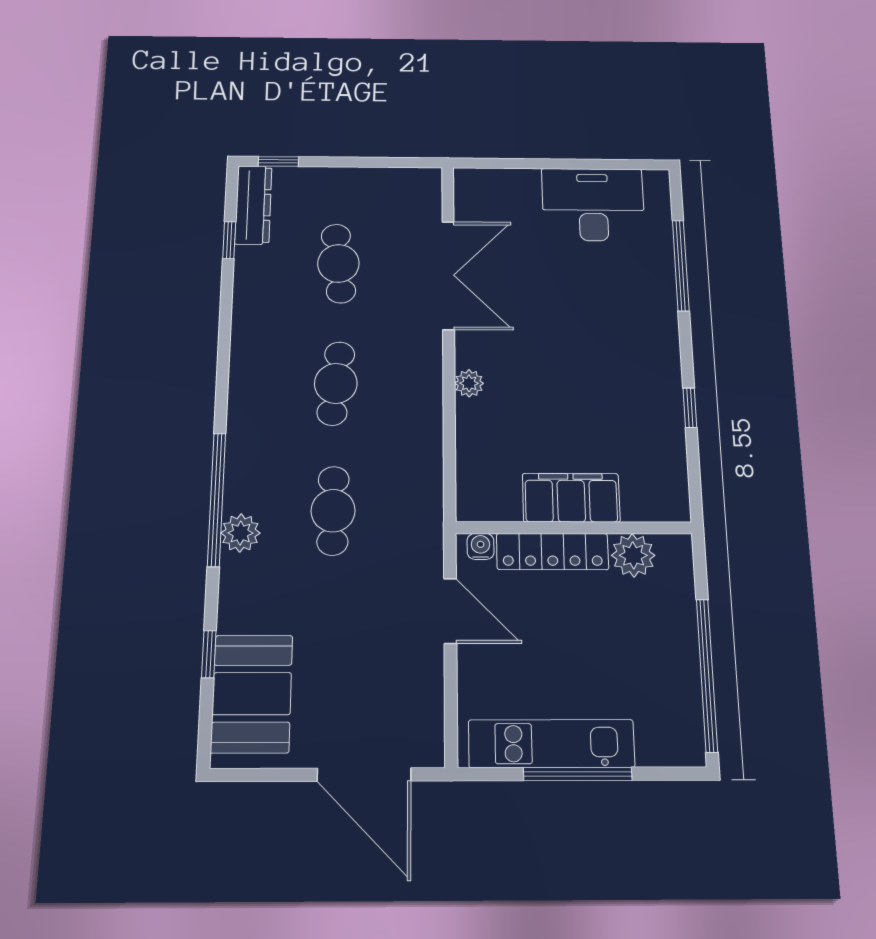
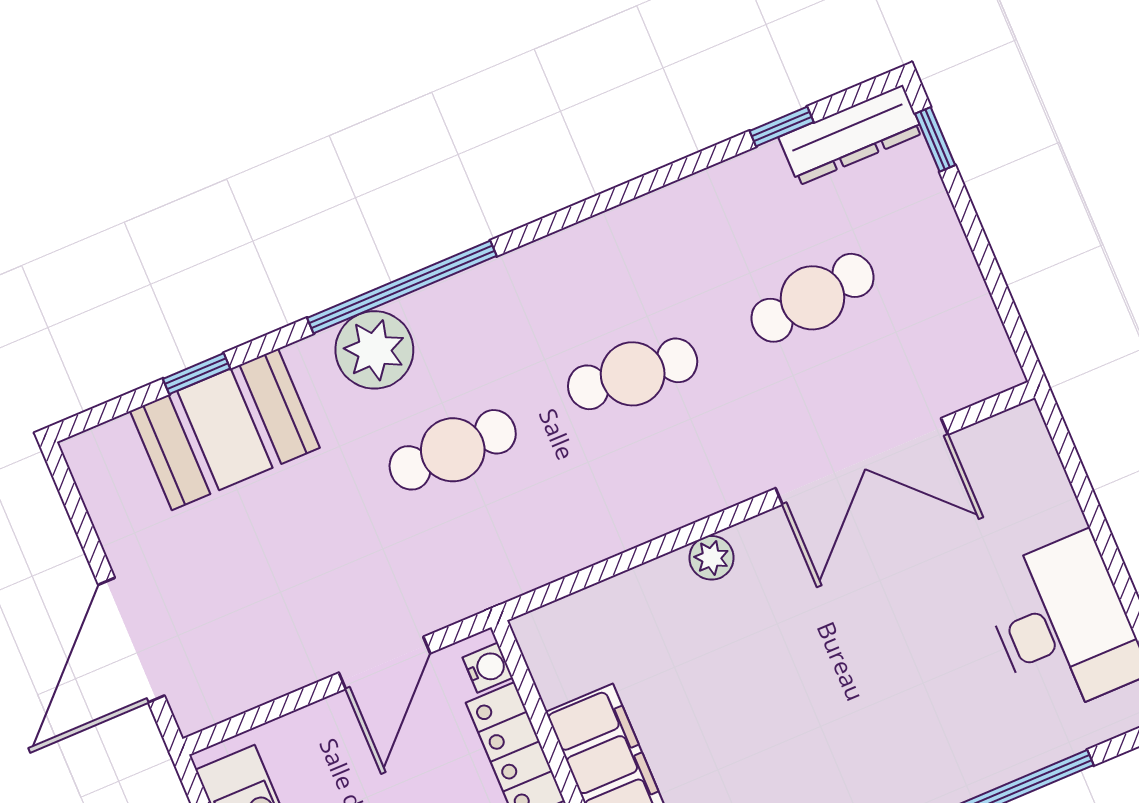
plant: (240, 533) -> (374, 350), width x1.36, depth x1.36
booth: (252, 694) -> (225, 429), moved

